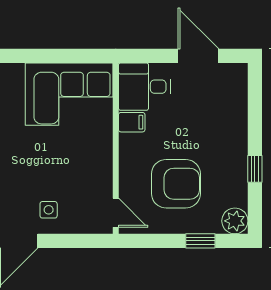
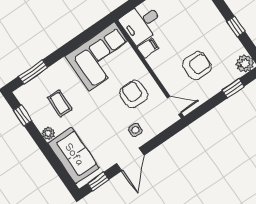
armchair: (76, 166) -> (134, 94), added
armchair: (176, 184) -> (197, 66), width x0.73, depth x0.73

